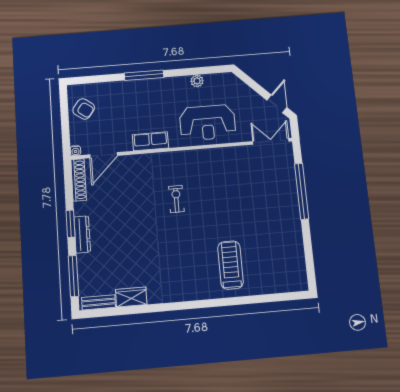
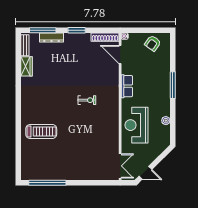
window: (302, 191) -> (47, 183), moved
dresser: (82, 234) -> (51, 37), moved

